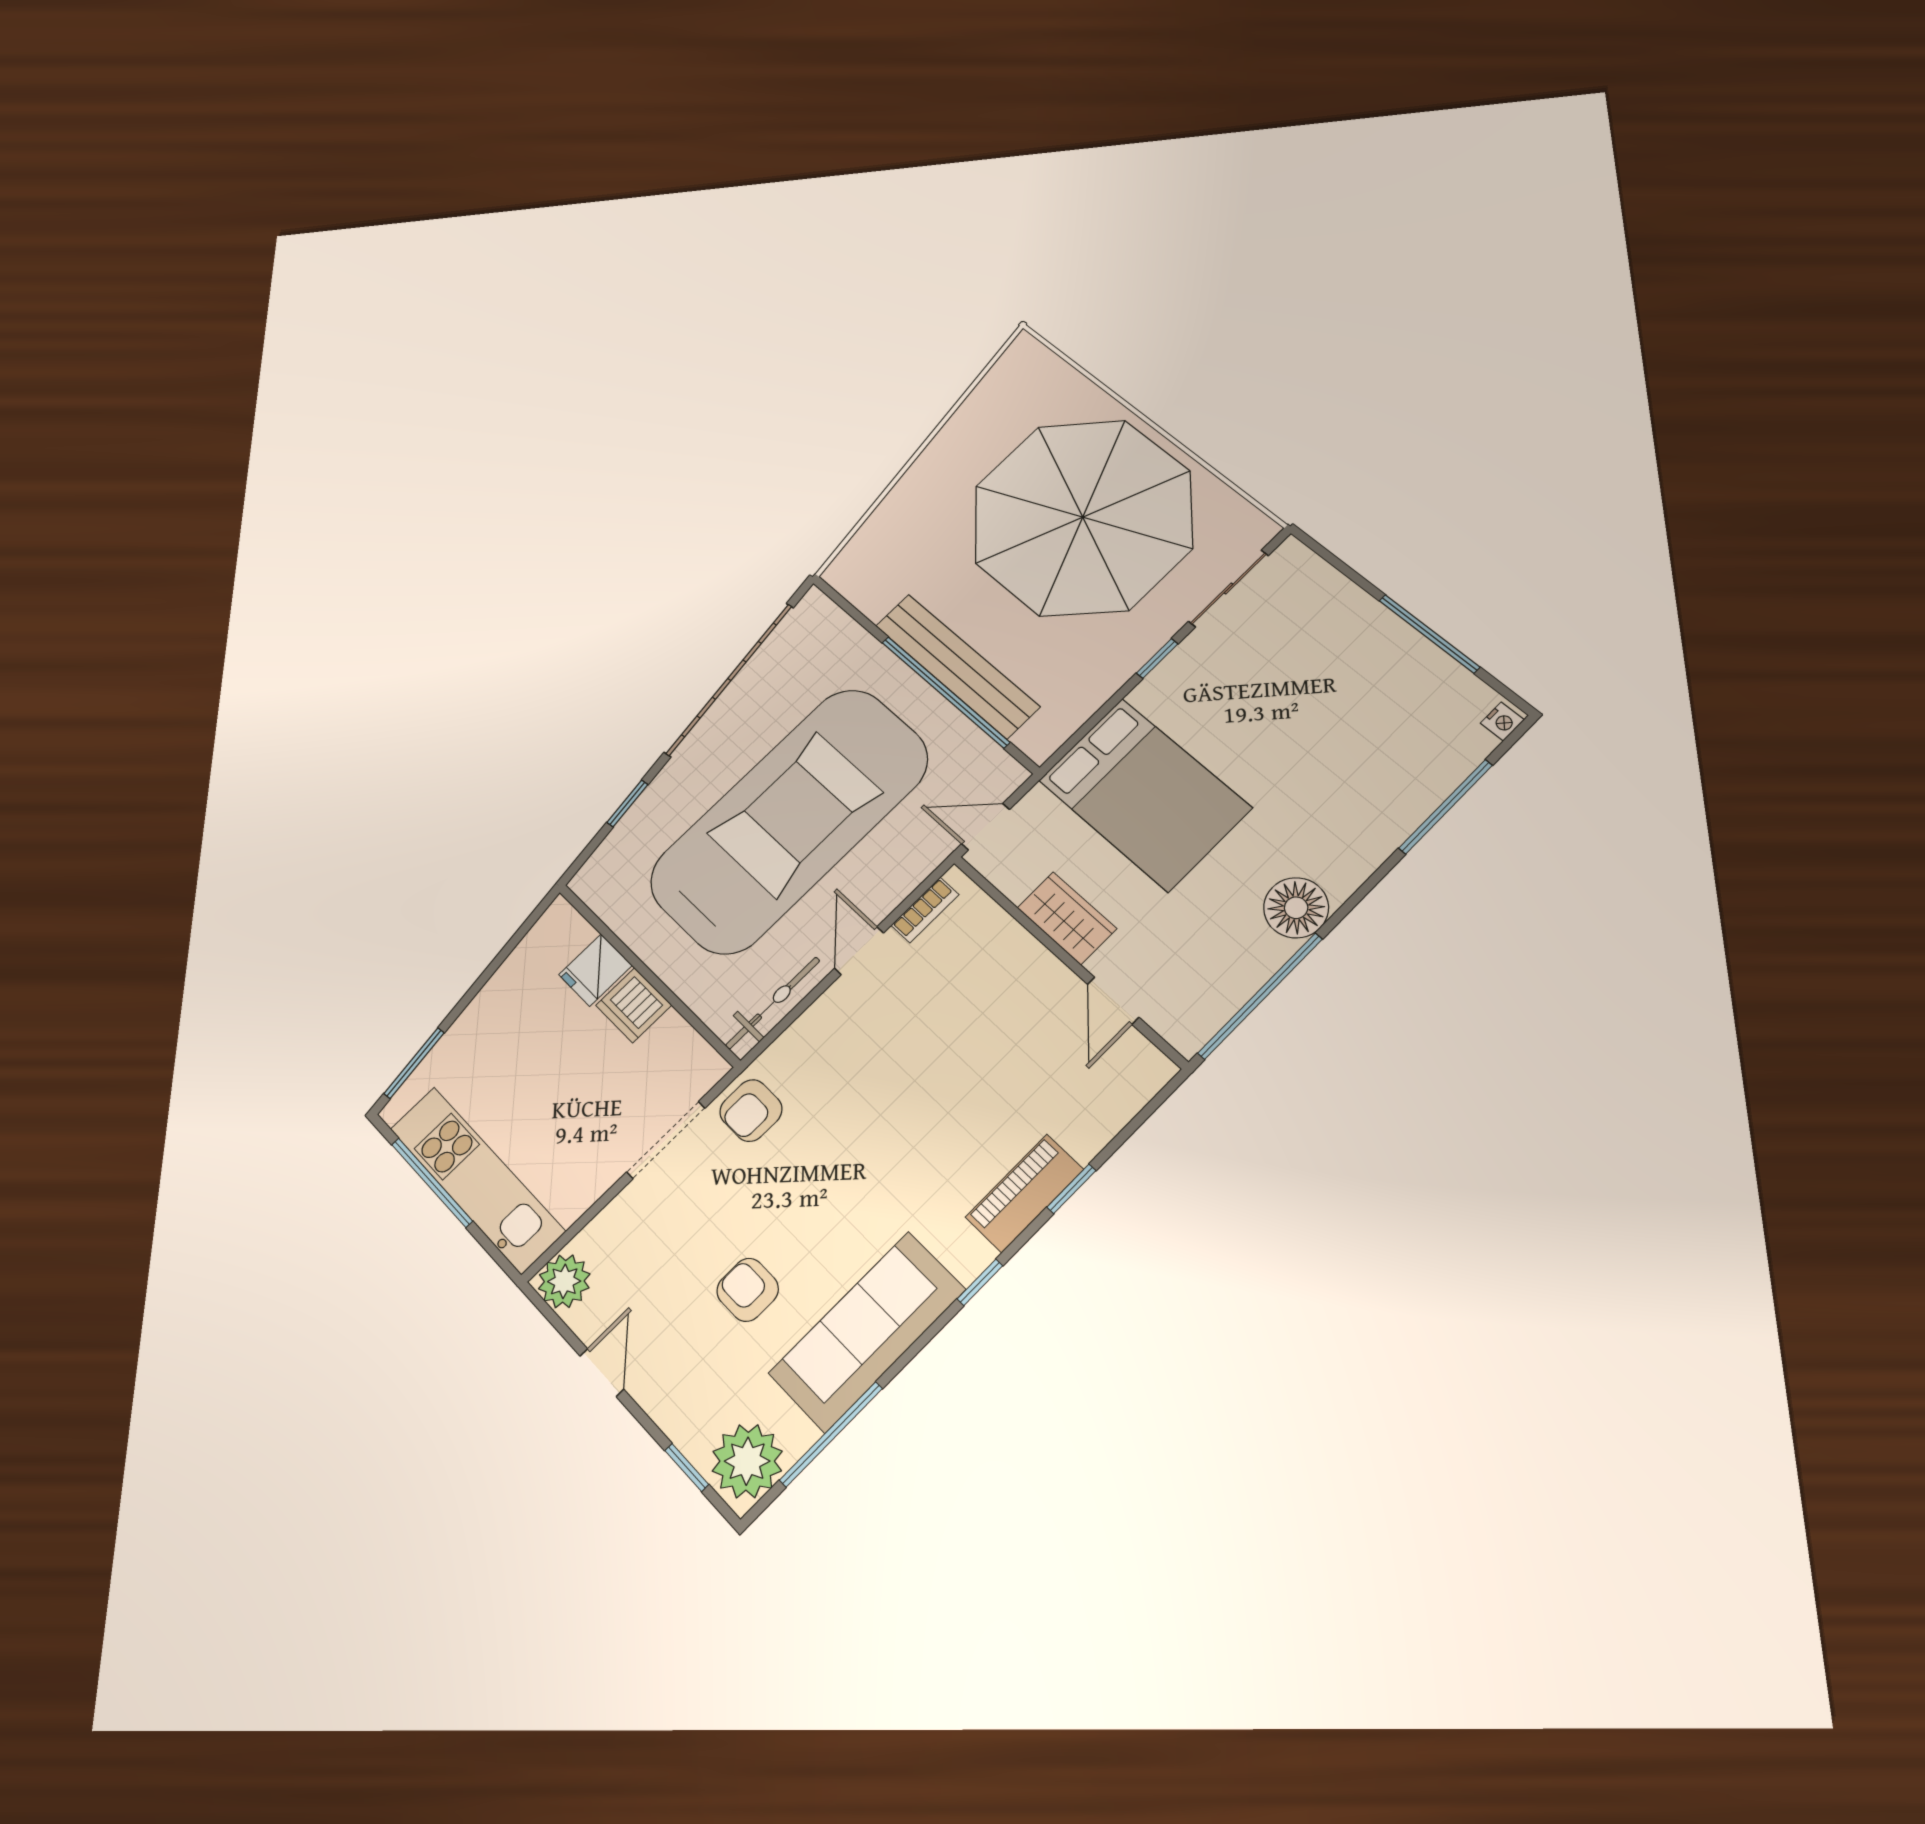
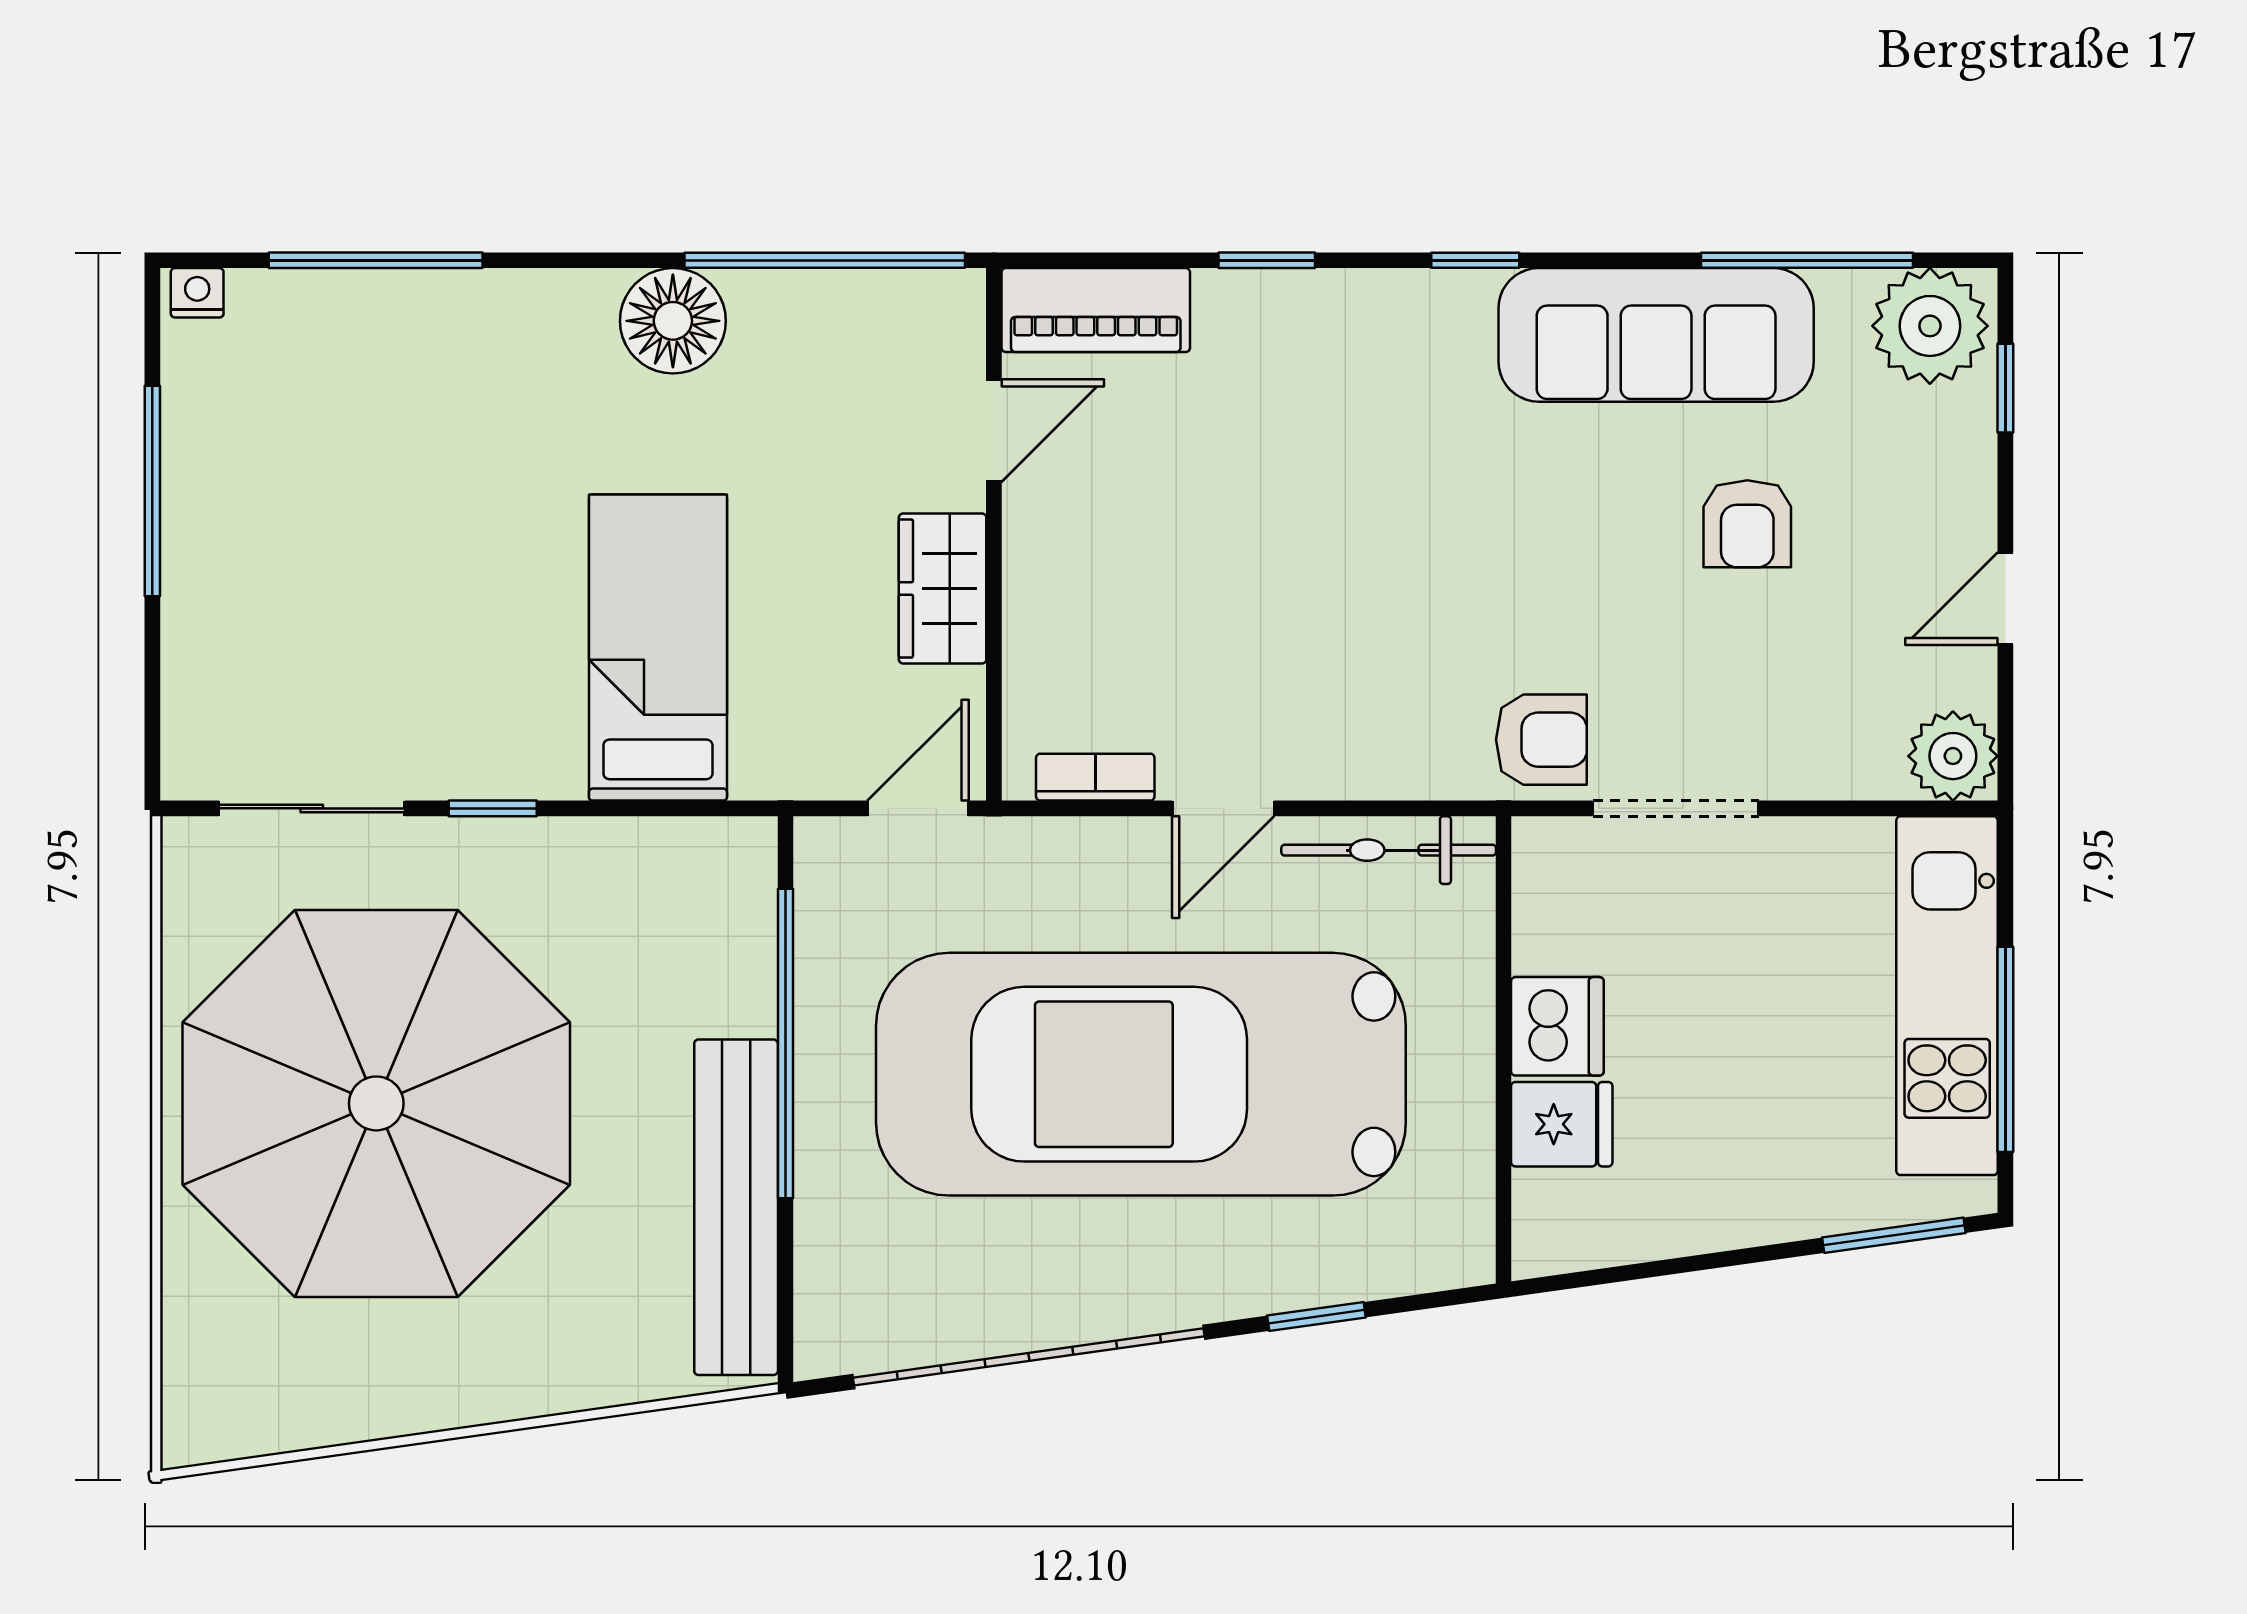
bench: (957, 666) -> (736, 1207), moved
bed: (1145, 794) -> (658, 648), width x0.67
door: (986, 827) -> (918, 808), swing flipped
piano: (1024, 1193) -> (1096, 310), moved

